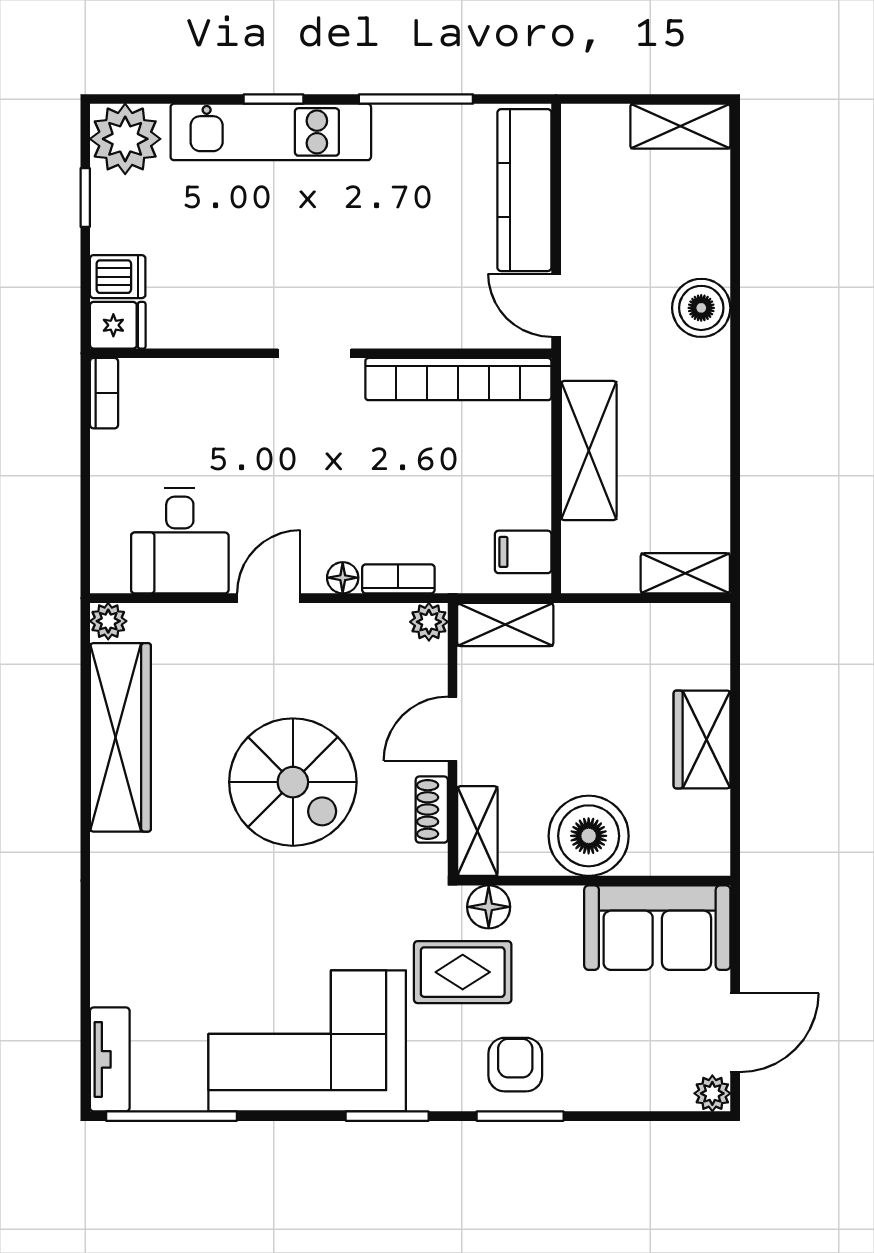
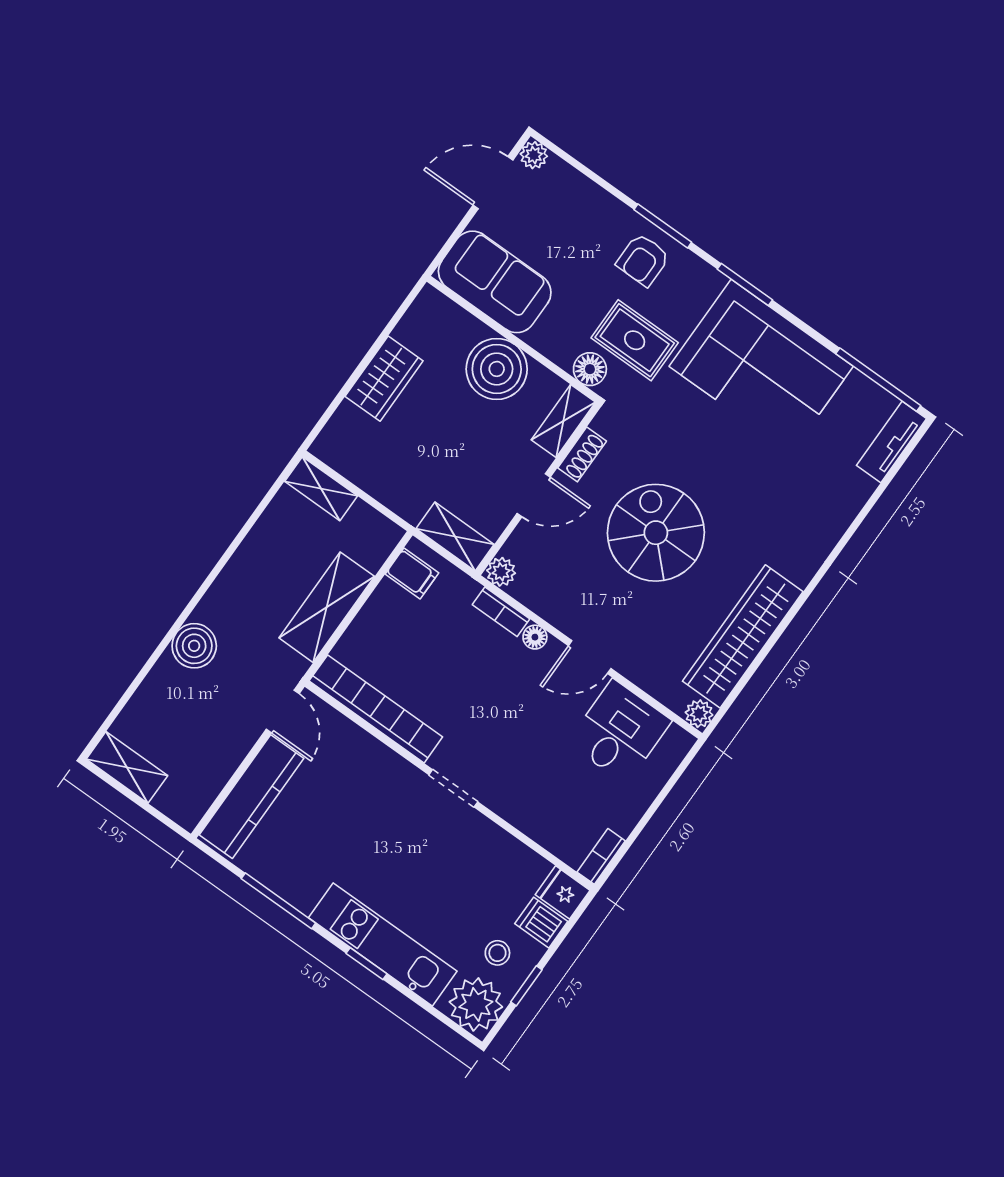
stool: (141, 211) -> (497, 953), added

